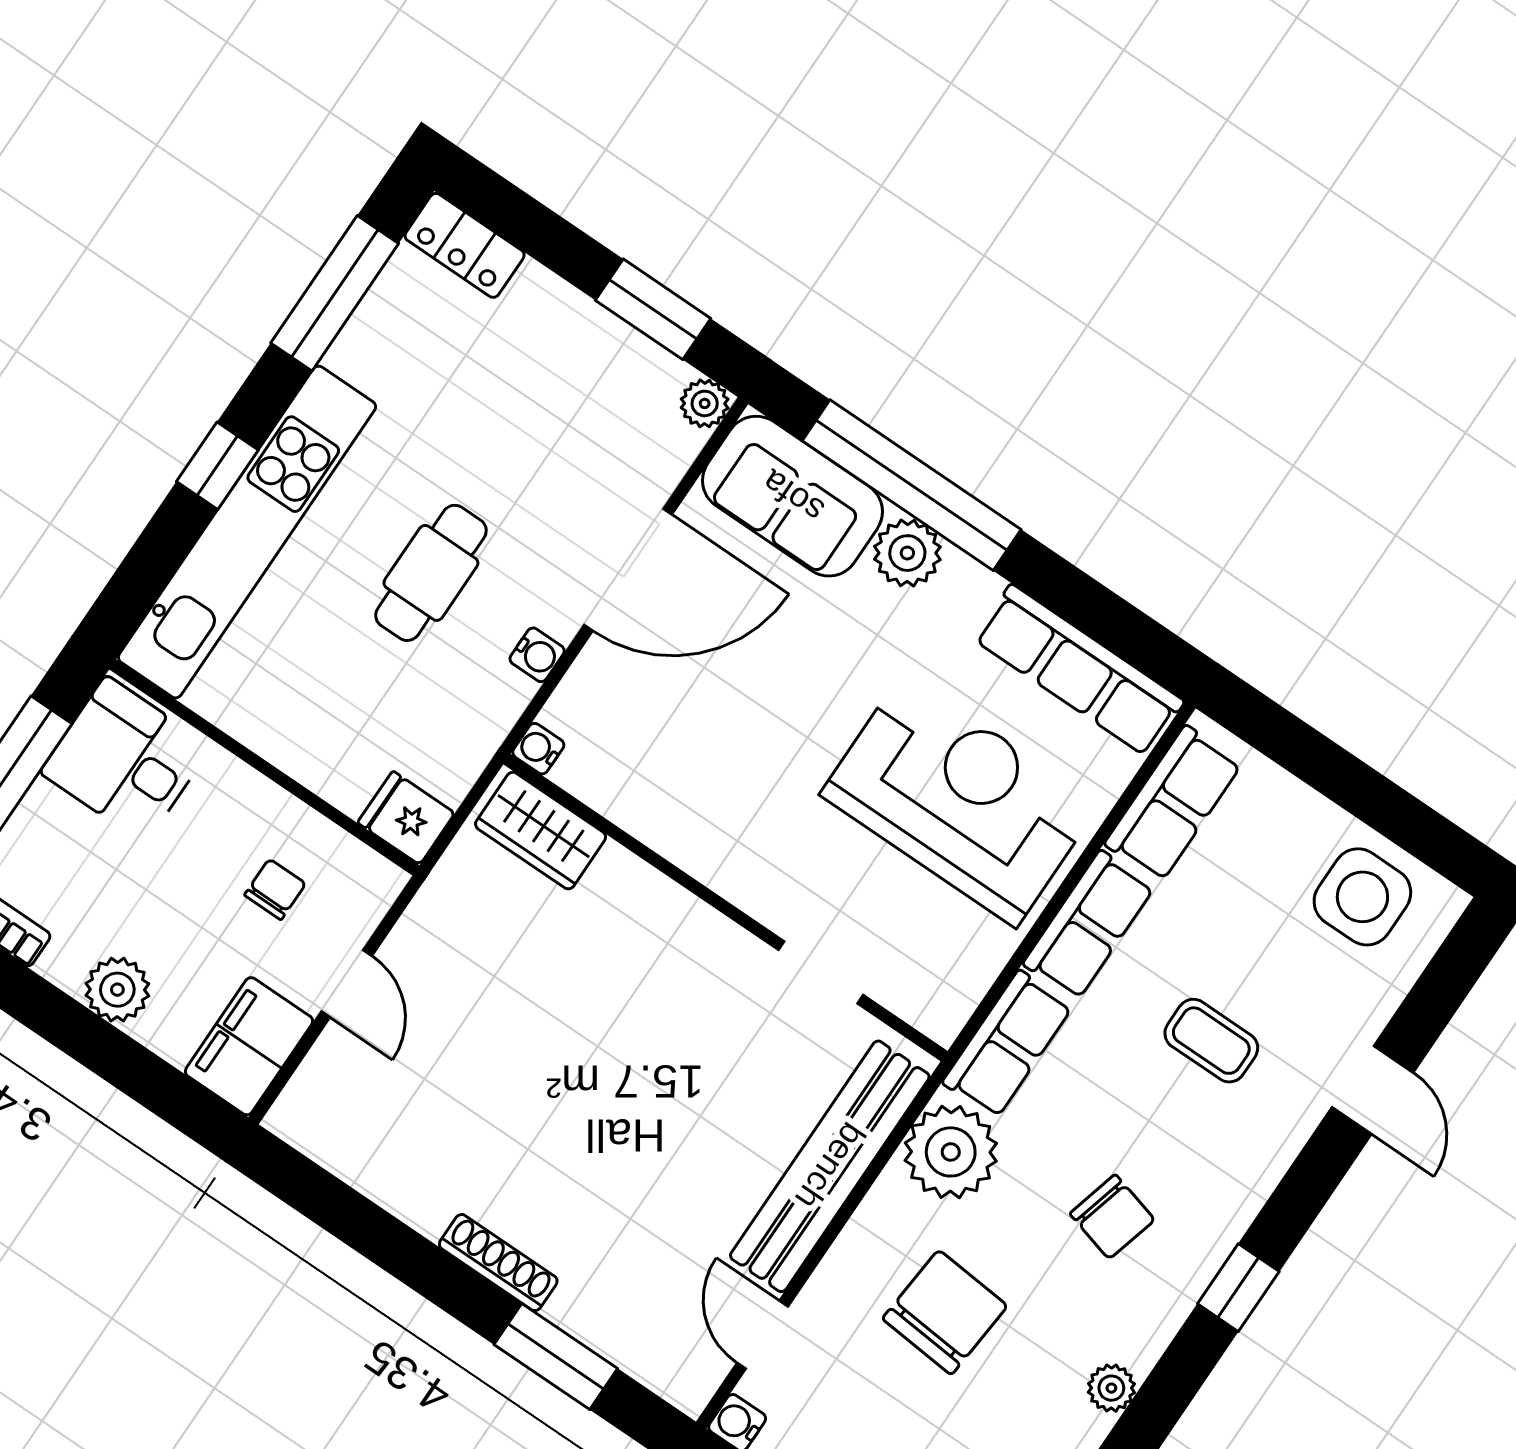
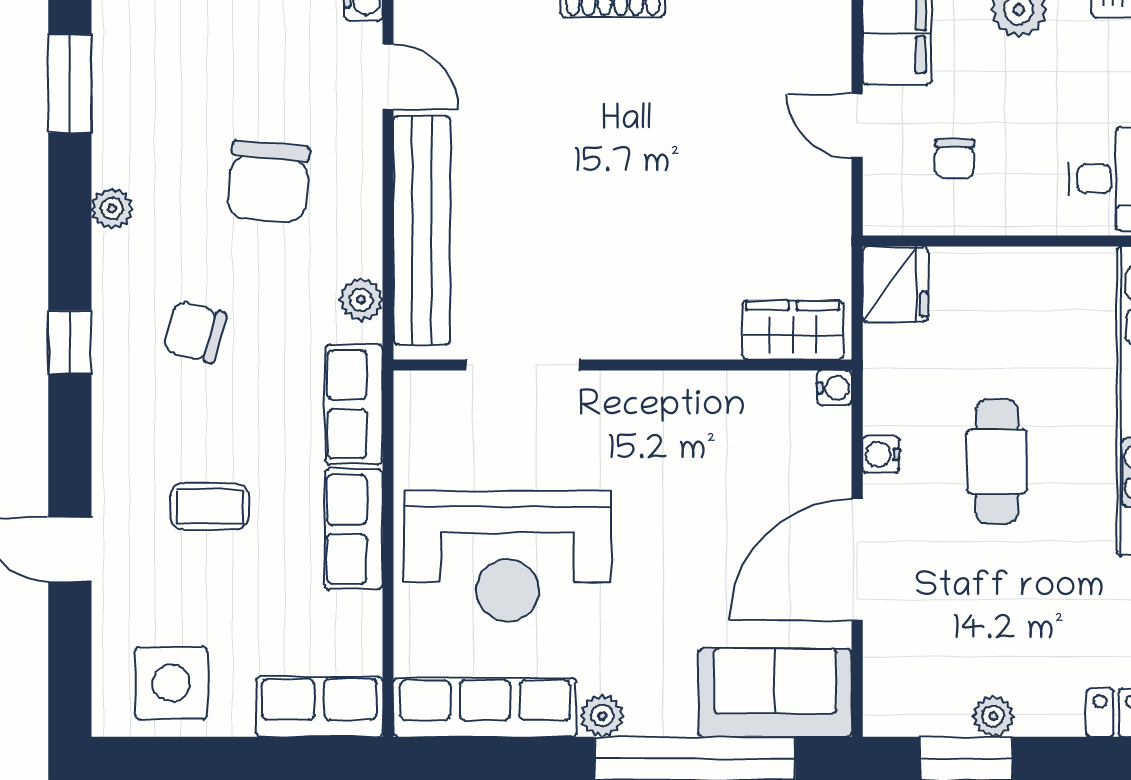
plant: (705, 403) -> (993, 716), moved
plant: (907, 553) -> (602, 716), moved, width x0.73, depth x0.73
row of seats: (1173, 804) -> (319, 707), moved, turned 90
fridge: (406, 818) -> (895, 284), width x1.38
doorway: (821, 972) -> (523, 365), width x1.38
plant: (951, 1152) -> (361, 300), width x0.53, depth x0.53

